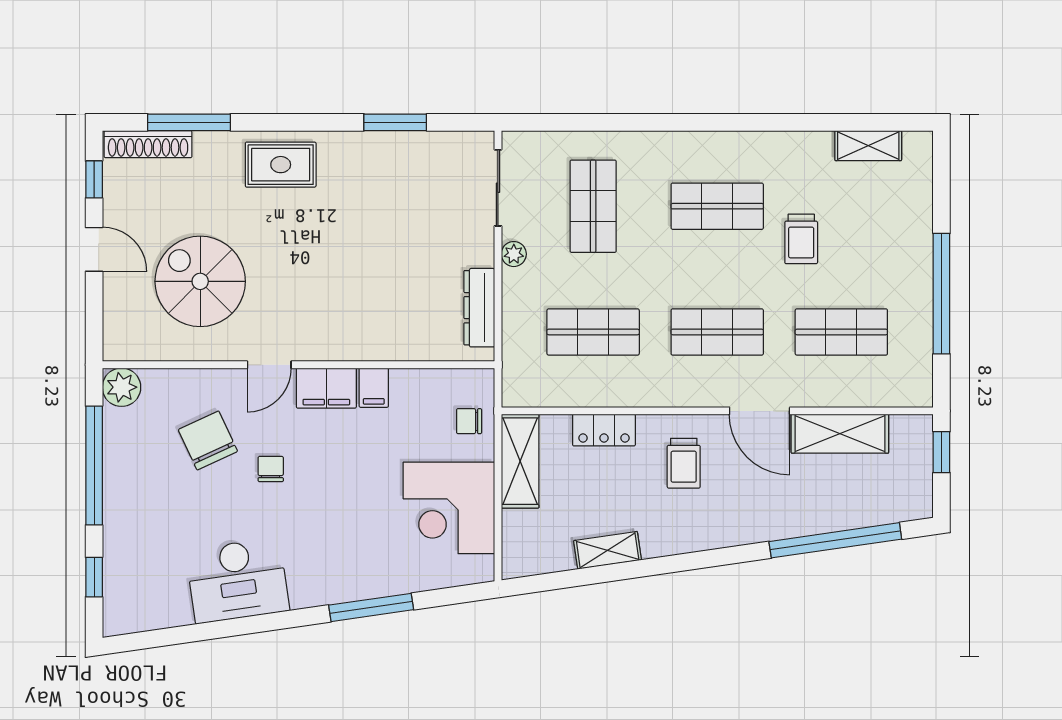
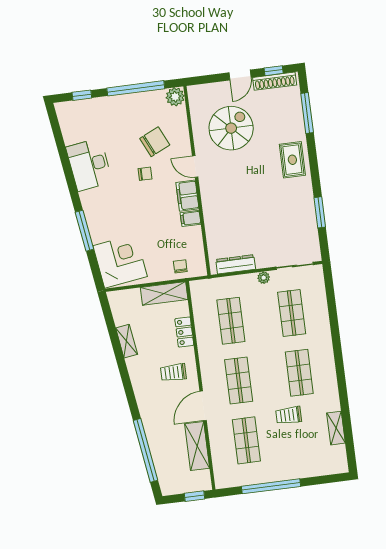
shoe rack: (148, 144) -> (275, 81), moved, turned -90
shelving: (868, 146) -> (336, 428), moved
shop shelf: (593, 206) -> (292, 313), turned 90
corner desk: (449, 508) -> (120, 261), moved, turned 82

